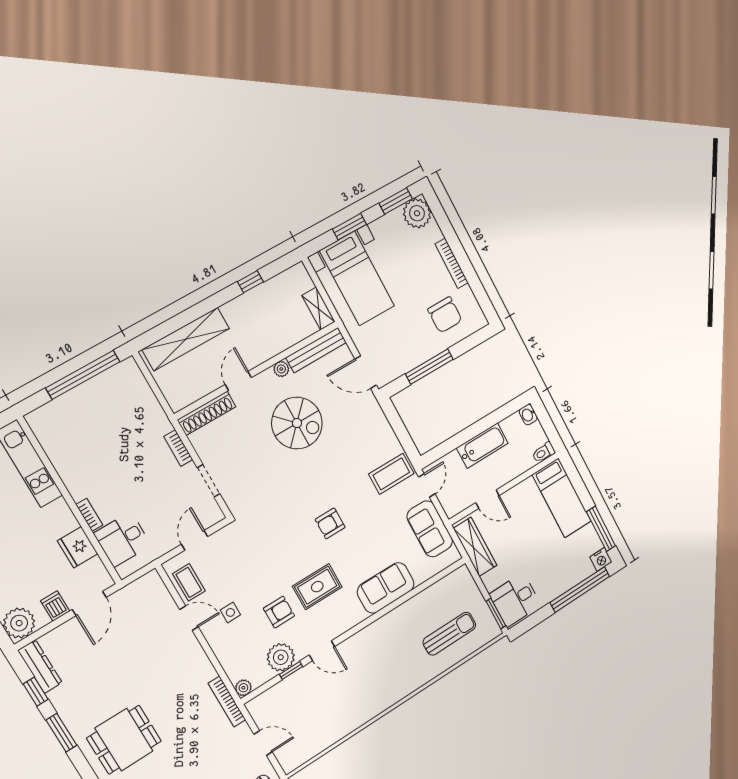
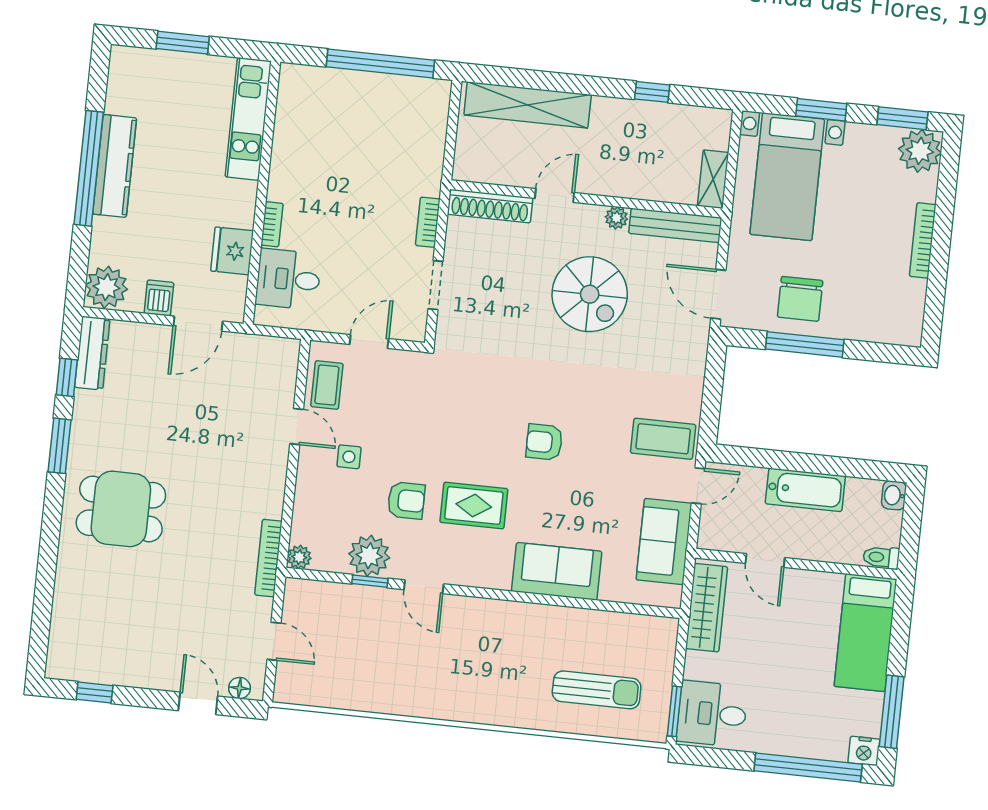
chair: (445, 315) -> (800, 299), moved

